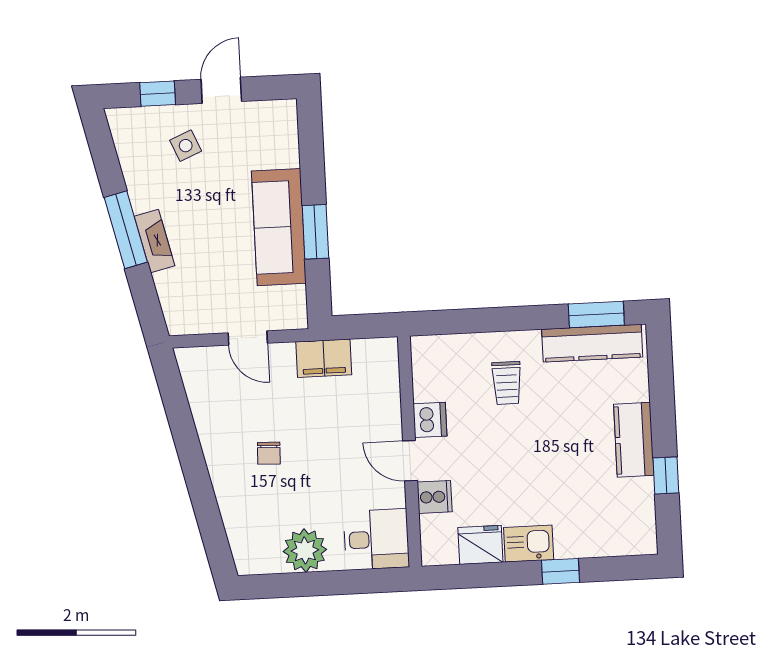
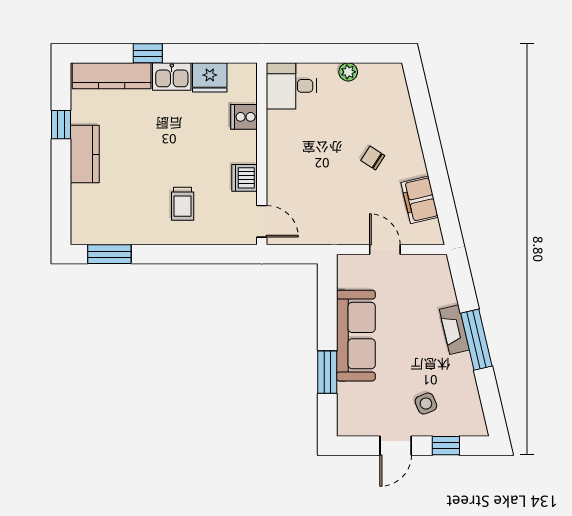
window: (315, 232) -> (327, 372), moved
kitchen counter: (592, 343) -> (112, 76), moved, turned 180
filing cabinet: (324, 358) -> (420, 200), moved, turned -103
trolley: (507, 383) -> (183, 204), turned 180
chair: (269, 453) -> (373, 158), turned -59
door: (410, 461) -> (262, 221), moved
plant: (305, 550) -> (348, 72), width x0.53, depth x0.53

